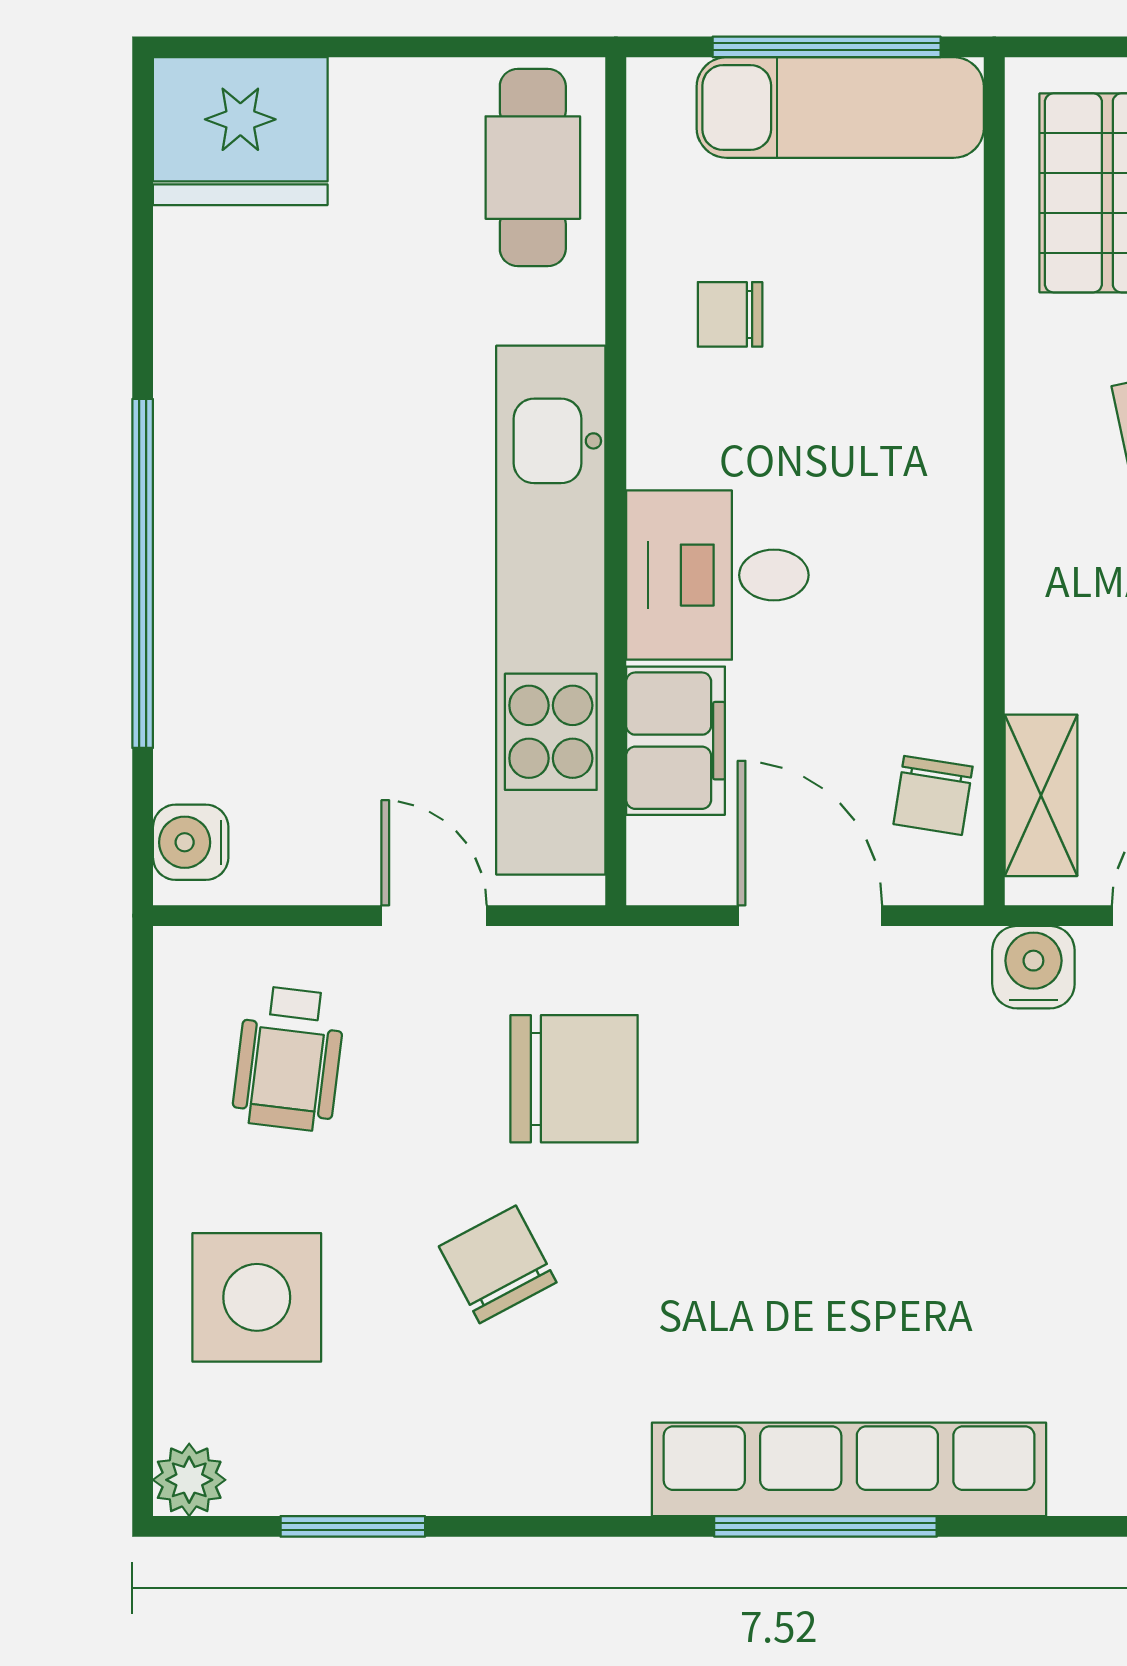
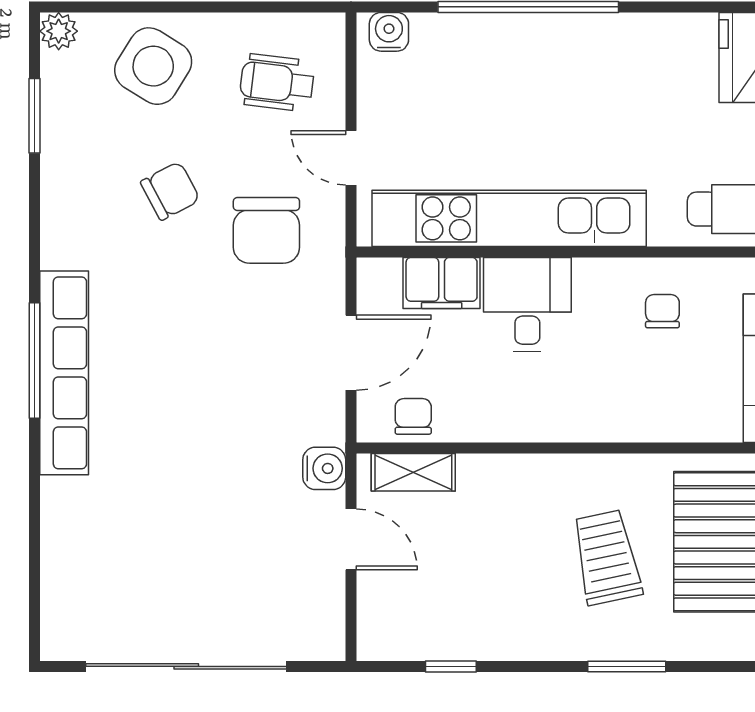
chair: (933, 795) -> (413, 416), turned 81
door: (434, 916) -> (351, 158), swing flipped
side table: (257, 1297) -> (153, 66), turned 32

